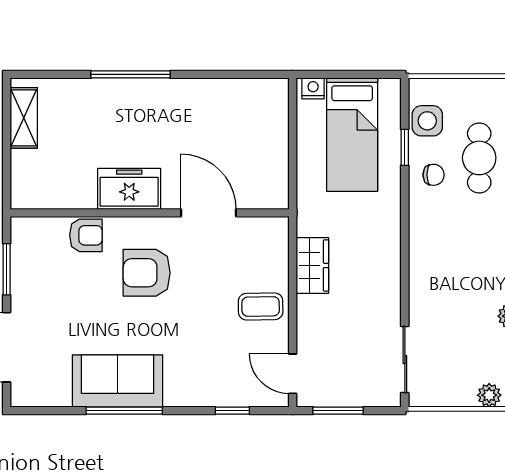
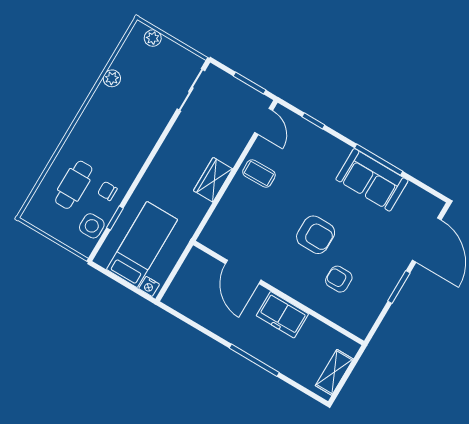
freezer: (129, 189) -> (282, 315), moved
wall: (150, 213) -> (279, 293), moved
door: (208, 213) -> (243, 272), moved

